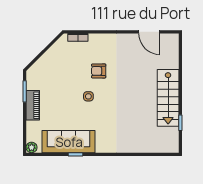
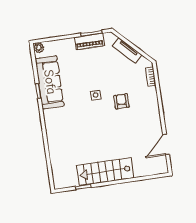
tv unit: (47, 58) -> (127, 50), added
piano: (33, 105) -> (89, 41), moved

